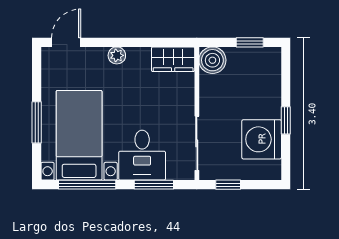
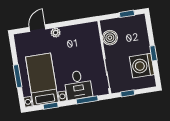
door: (66, 42) -> (37, 28), moved
wardrobe: (173, 59) -> (87, 30), removed
boiler: (212, 60) -> (110, 38), moved
window: (87, 185) -> (51, 106), width x0.46

